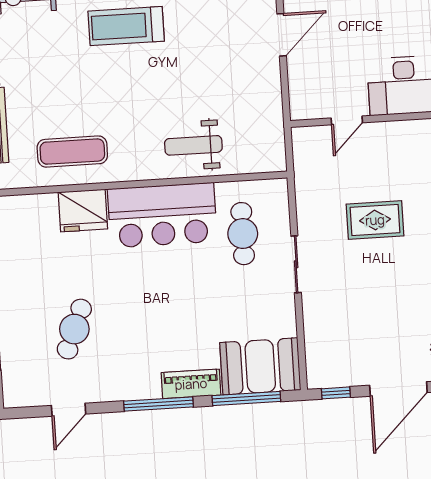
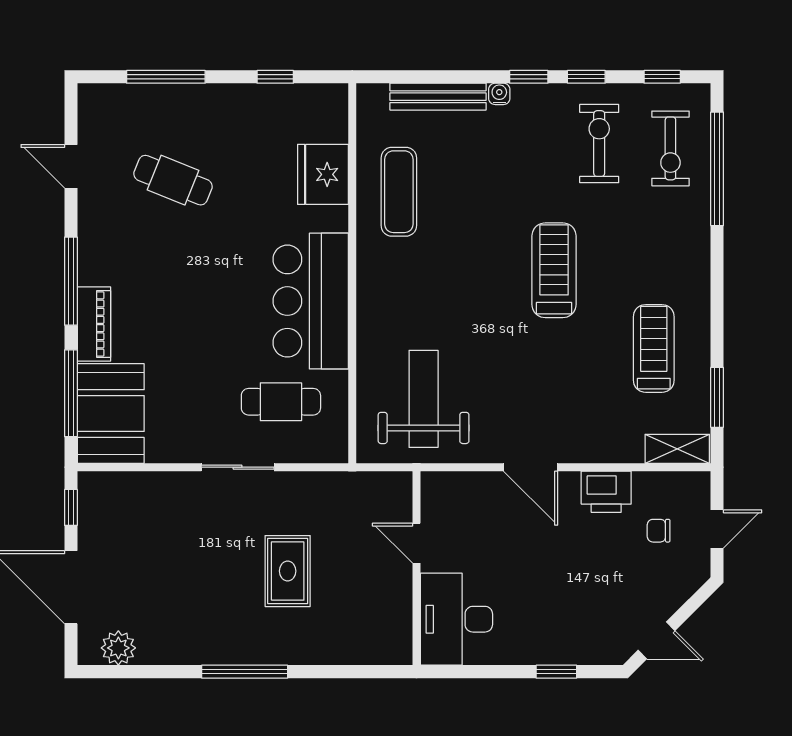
weight bench: (193, 145) -> (424, 399), moved, width x1.36, depth x1.33
fridge: (83, 211) -> (323, 174), moved

